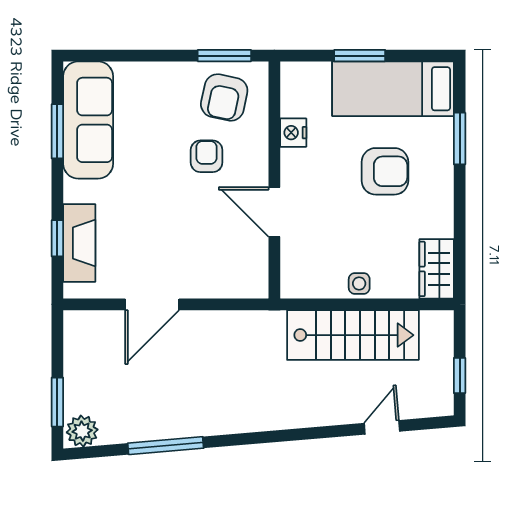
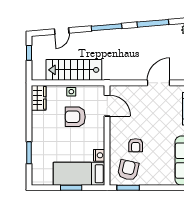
bed: (393, 89) -> (79, 174), moved, turned 180
armchair: (385, 171) -> (75, 117), moved
door: (274, 212) -> (107, 106), moved
window: (276, 436) -> (107, 27), added

